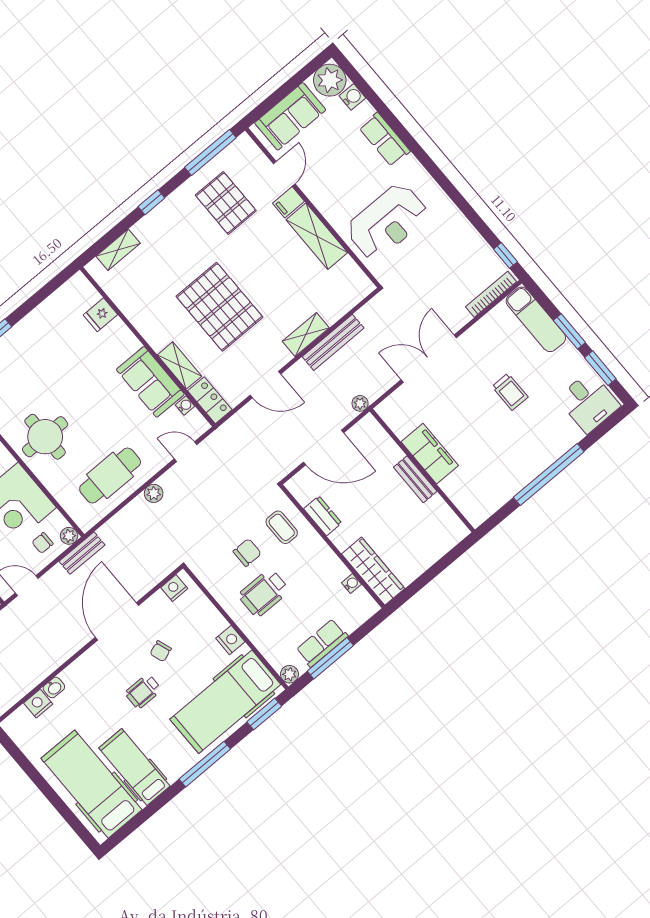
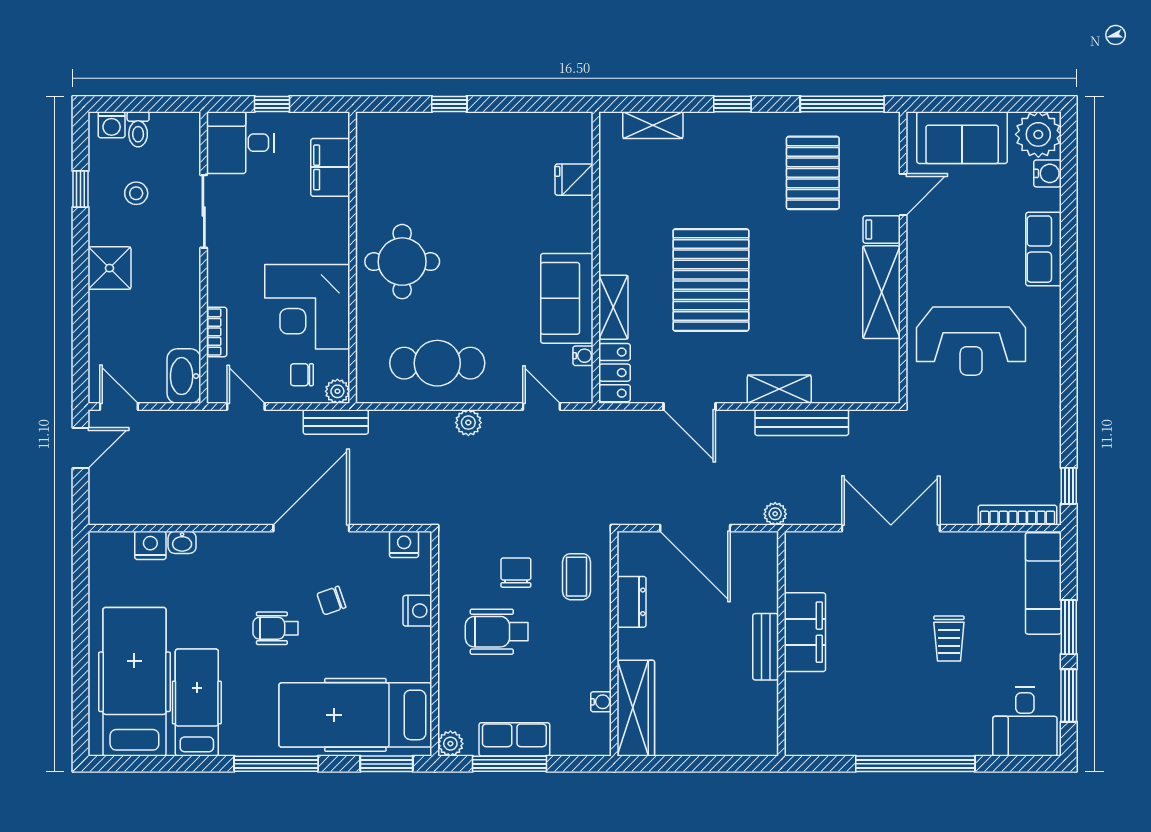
chair: (247, 553) -> (516, 573), turned -90
nightstand: (230, 640) -> (417, 611), moved

